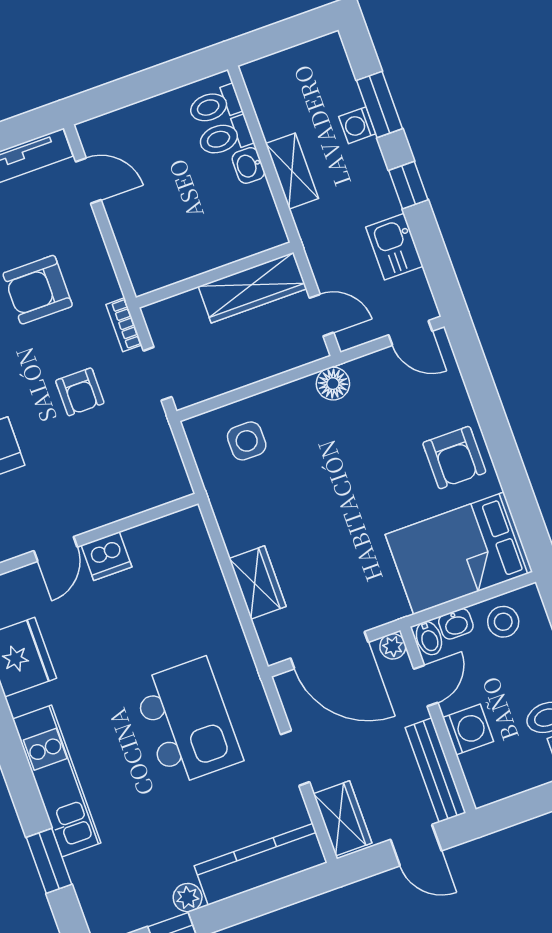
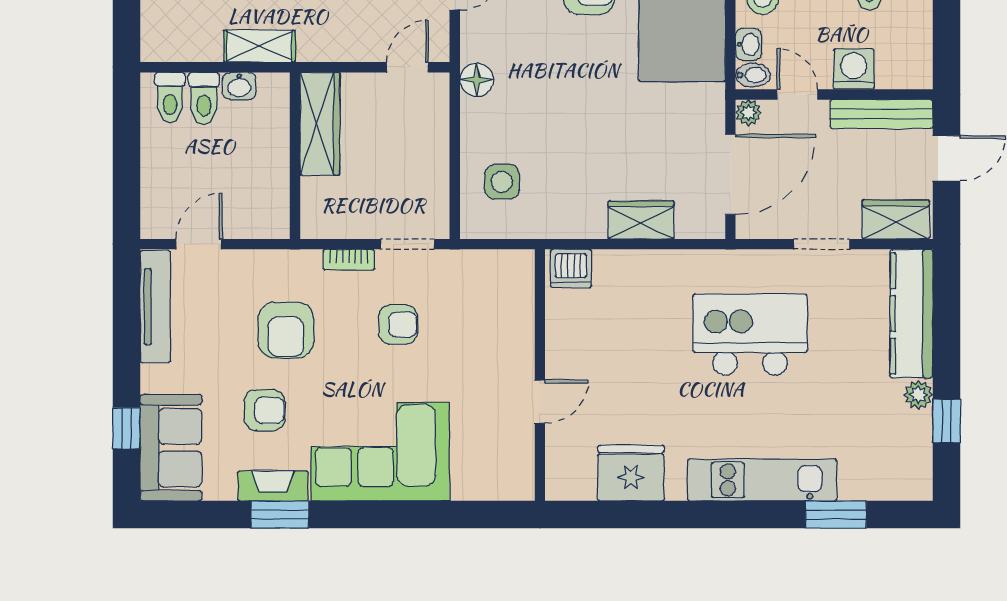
wall: (215, 275) -> (295, 156), moved
wardrobe: (252, 288) -> (320, 124), moved
door: (56, 549) -> (540, 402), hinge flipped
dishwasher: (107, 556) -> (571, 268), moved, turned 90

